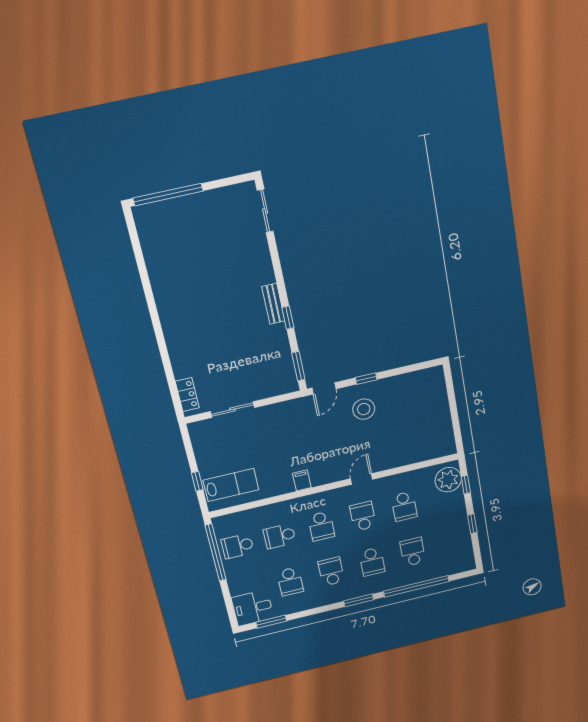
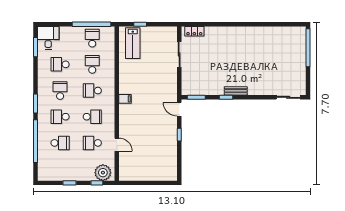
stool: (364, 409) -> (161, 130), removed
door: (361, 479) -> (117, 145), moved
filing cabinet: (302, 480) -> (125, 99), moved
school desk: (331, 572) -> (60, 91), turned -90

